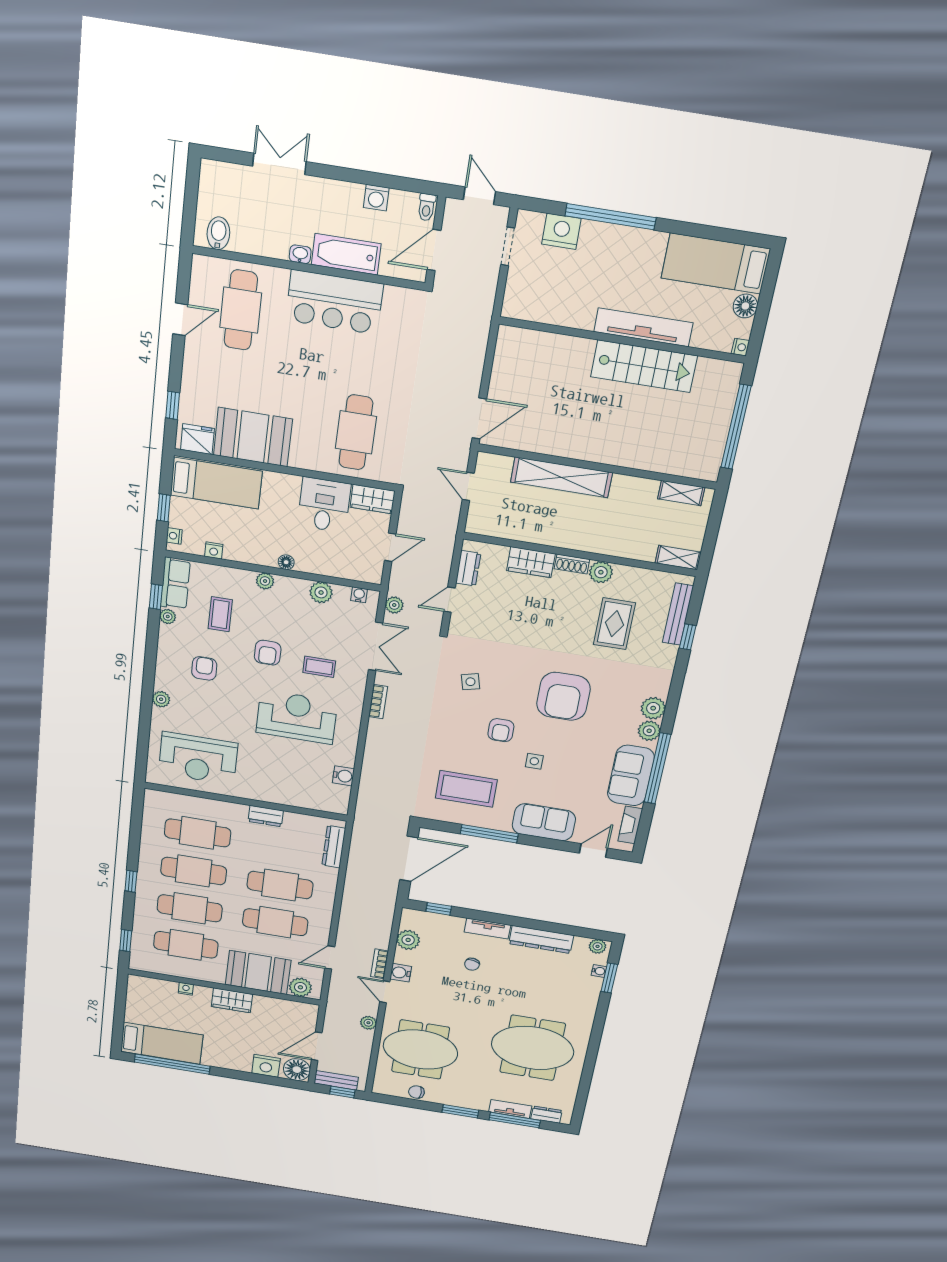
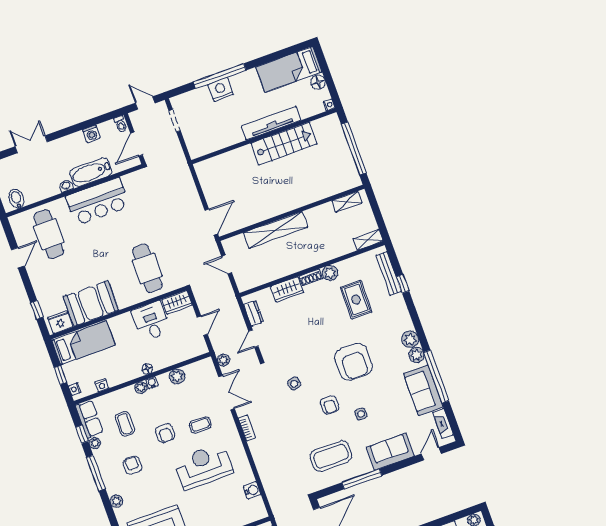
nightstand: (561, 231) -> (221, 89), moved
water cooler: (359, 595) -> (152, 383), moved
window: (151, 653) -> (96, 473), added

